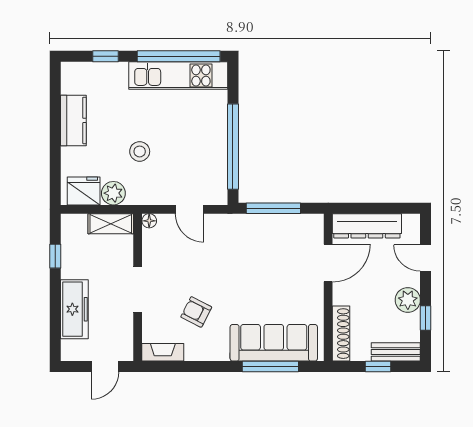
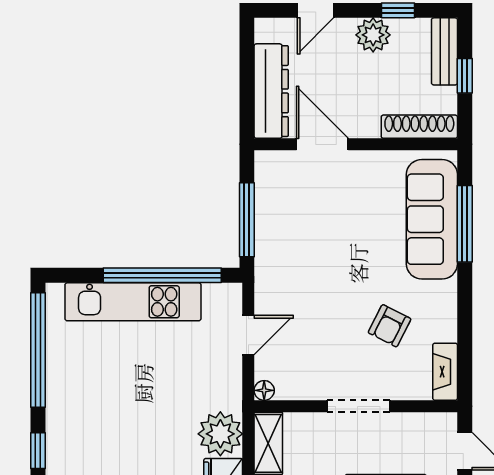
kitchen unit: (178, 75) -> (133, 302), moved, turned 90
stool: (140, 151) -> (169, 404), removed
plant: (113, 193) -> (220, 434), width x1.36, depth x1.36

